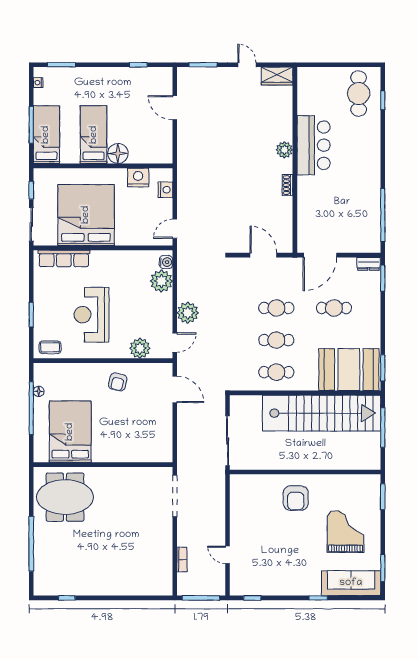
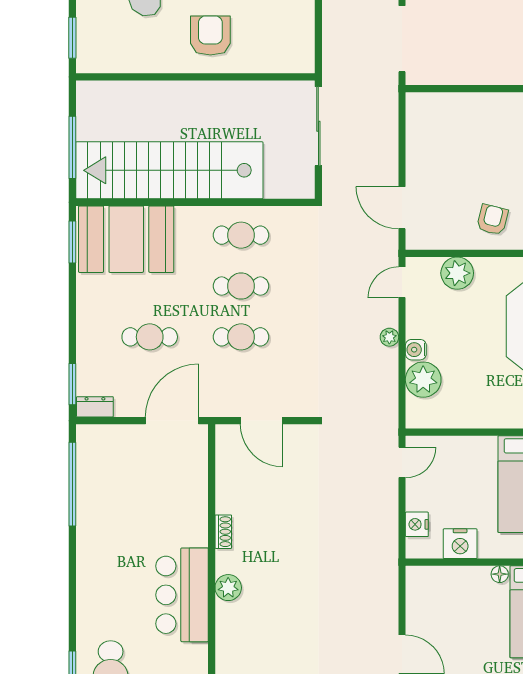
floor lamp: (118, 154) -> (500, 574), width x0.53, depth x0.53
water cooler: (166, 262) -> (416, 350), moved
plant: (188, 313) -> (389, 337), width x0.53, depth x0.53

